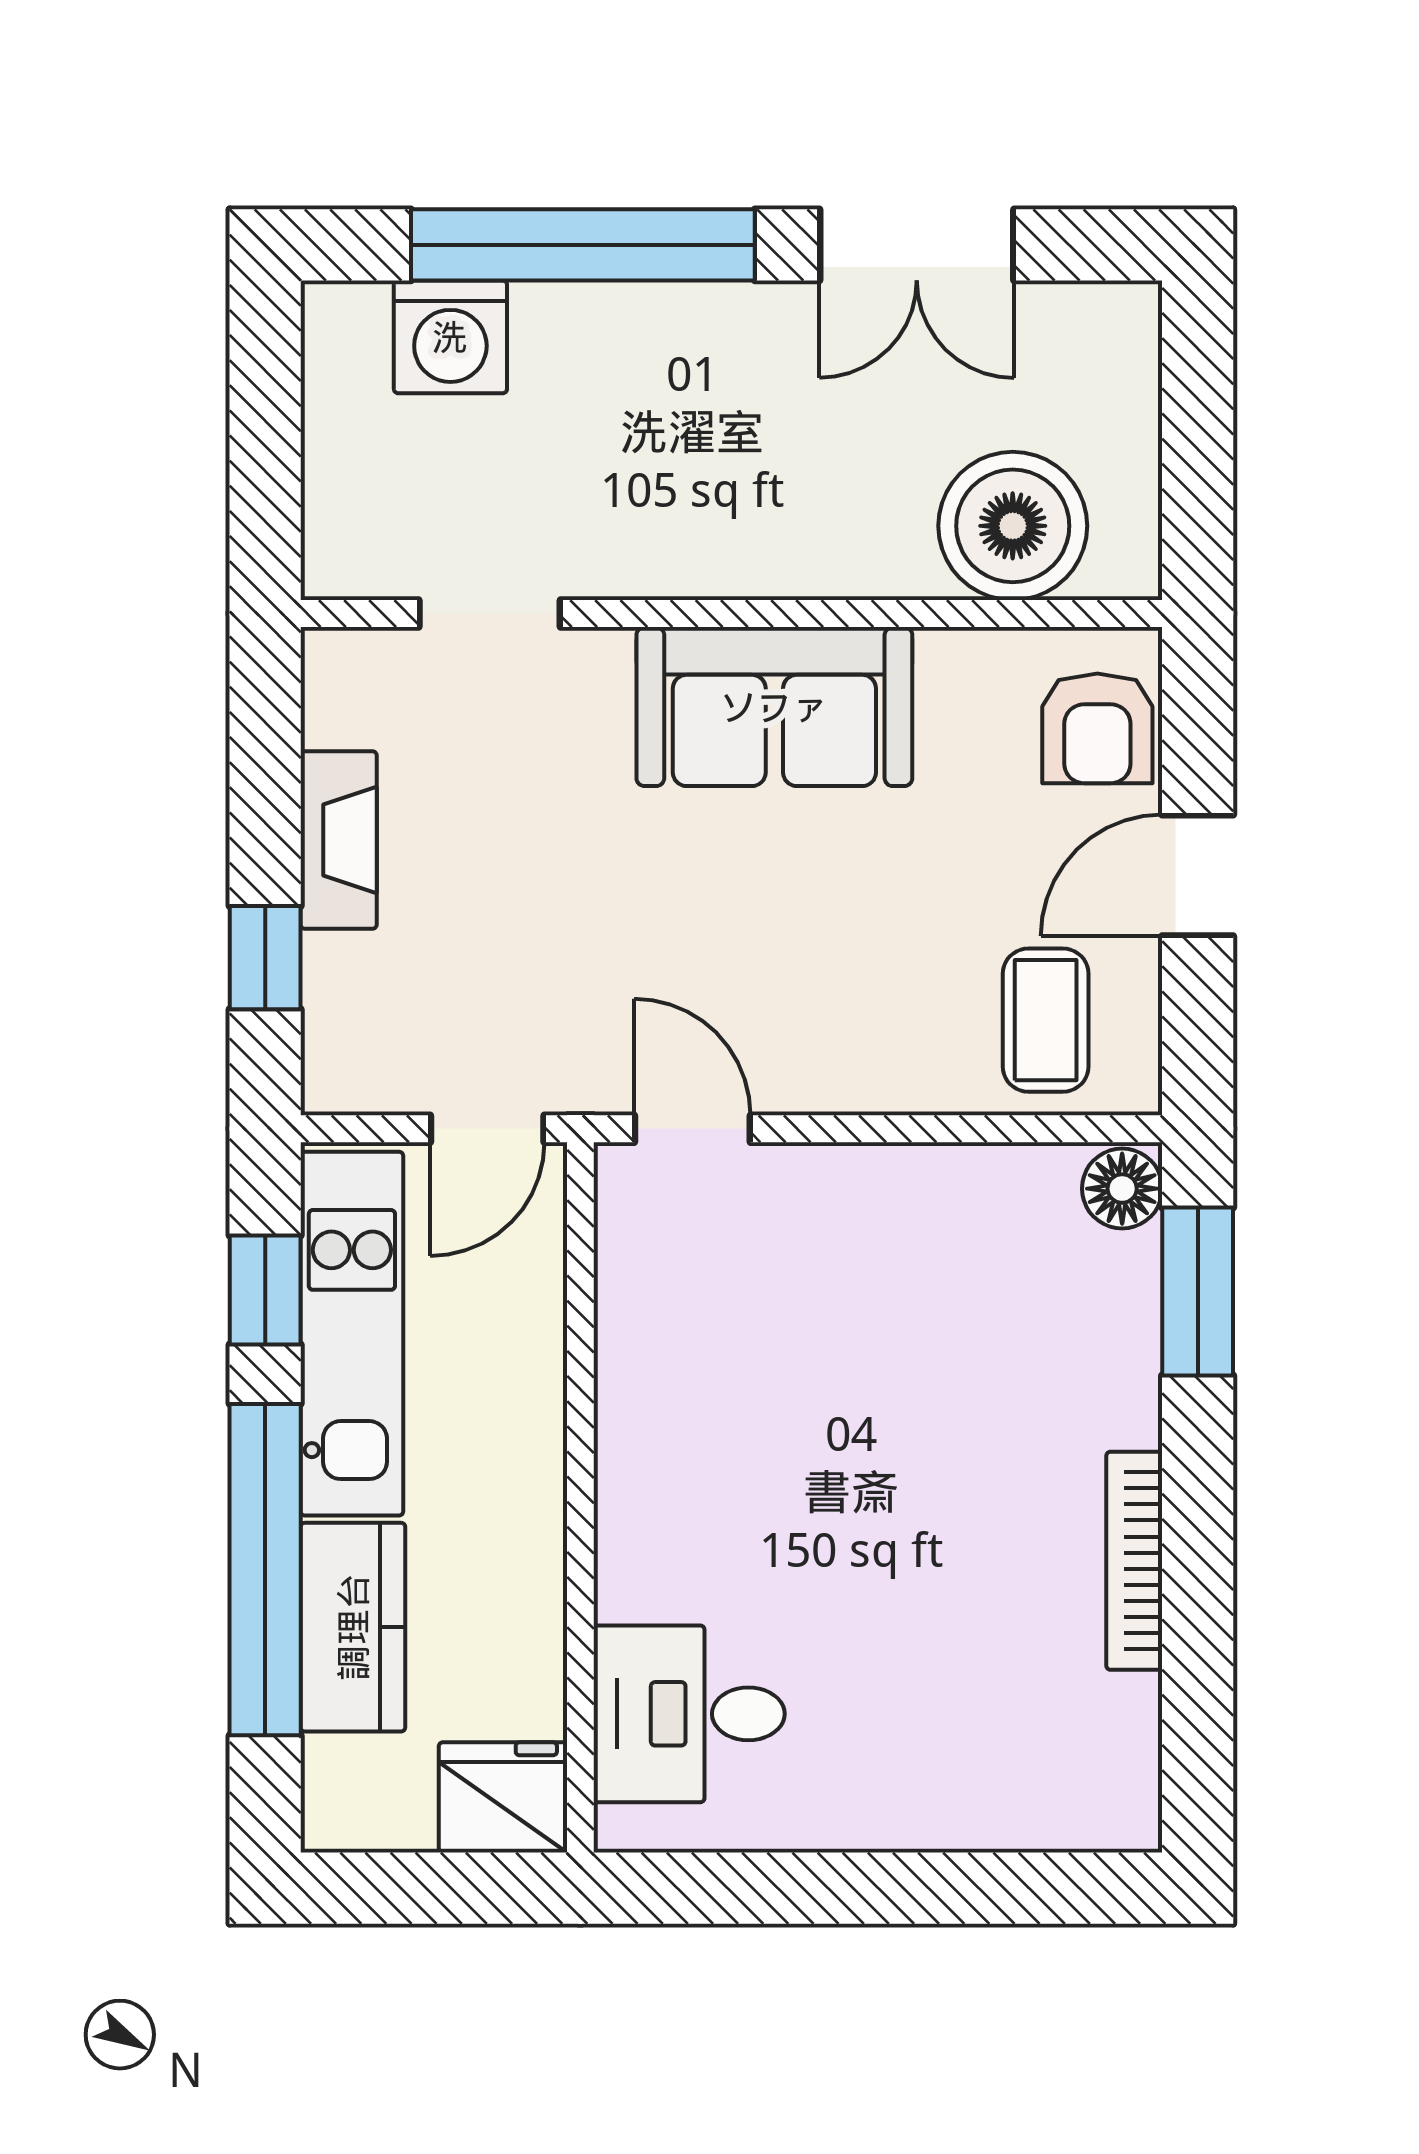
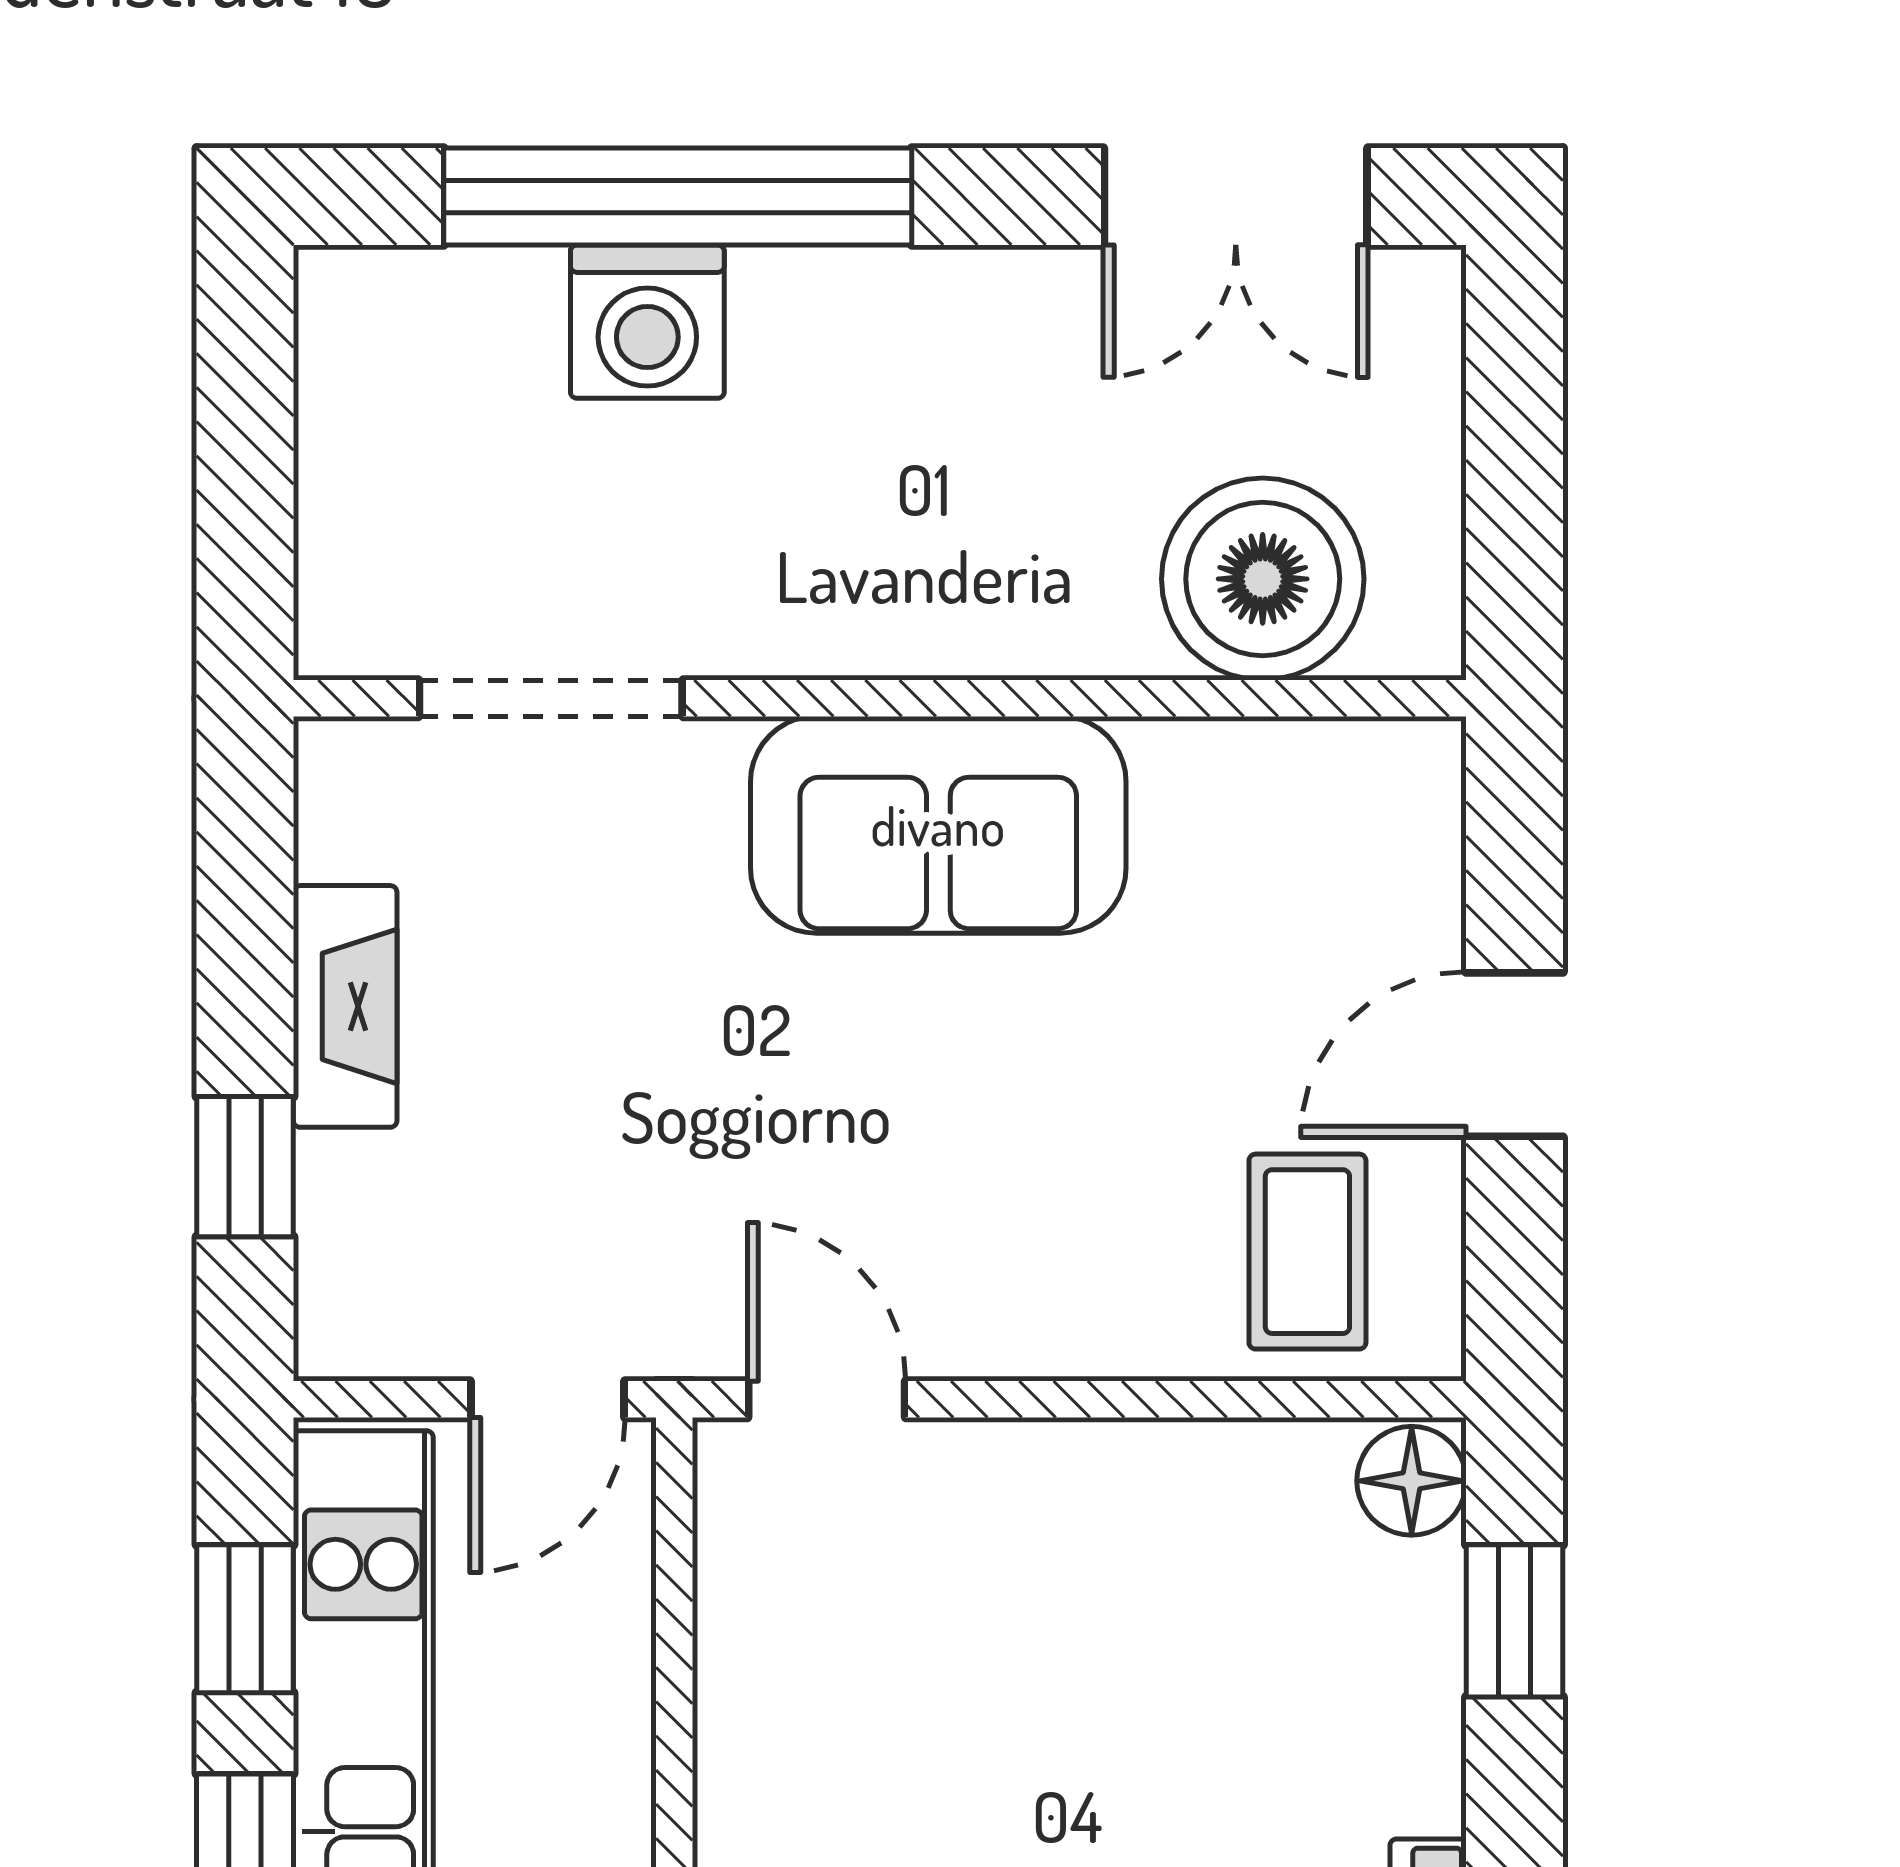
double door: (917, 245) -> (1236, 196), moved
washing machine: (450, 337) -> (647, 322), moved
doorway: (490, 614) -> (551, 698), width x1.38
armchair: (1097, 728) -> (1378, 854), removed
window: (1198, 1291) -> (1514, 1621), width x0.67

